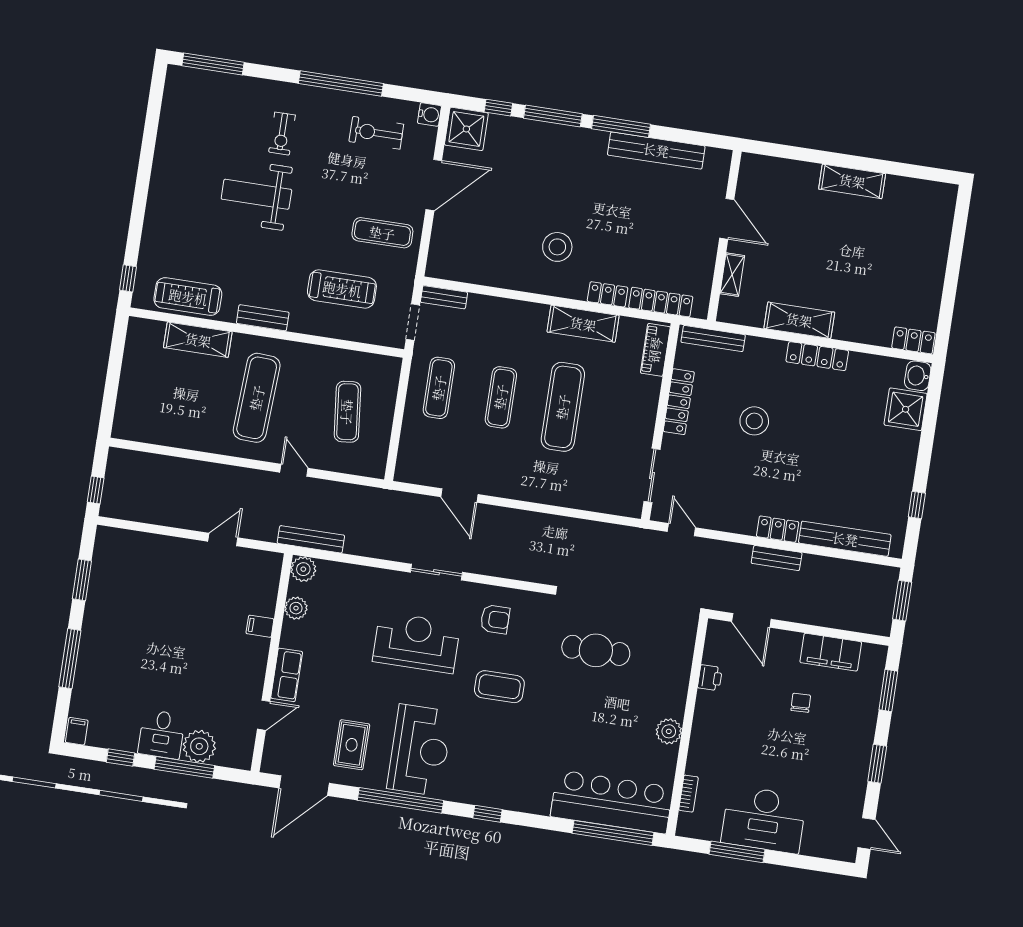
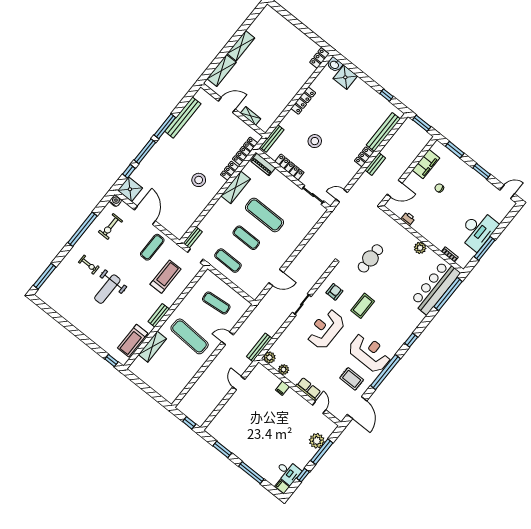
shelving: (799, 320) -> (222, 70), moved
desk: (162, 734) -> (288, 472), moved

